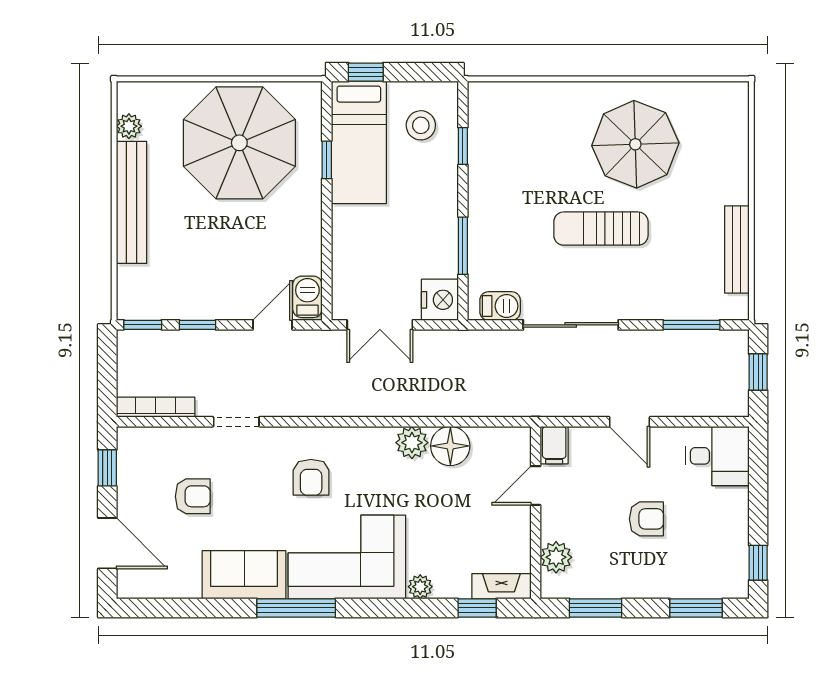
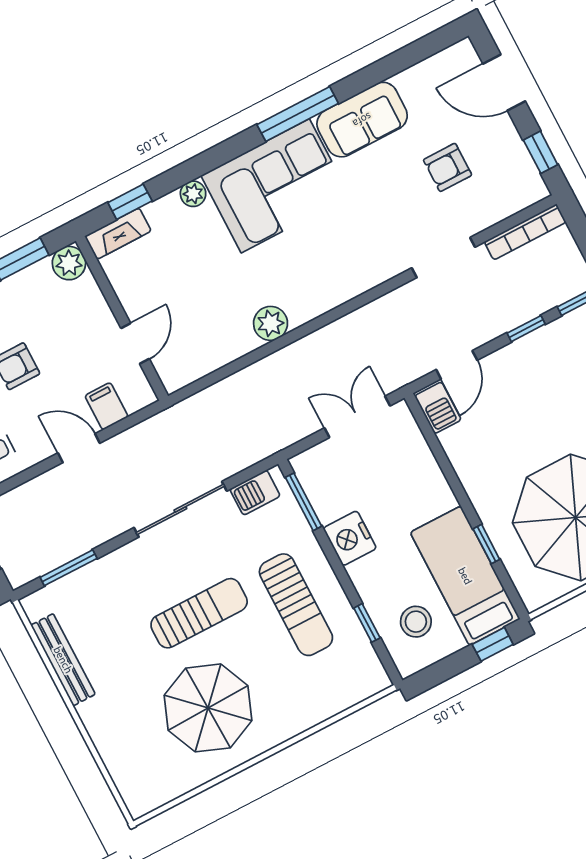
sun lounger: (515, 193) -> (296, 605), added
window: (463, 246) -> (304, 502), moved
nightstand: (440, 300) -> (350, 538), moved
doorway: (236, 422) -> (443, 258), width x1.38
filing cabinet: (554, 445) -> (107, 406), moved
floor lamp: (450, 446) -> (233, 339), removed
armchair: (311, 477) -> (347, 242), removed
plant: (556, 557) -> (69, 263), moved

